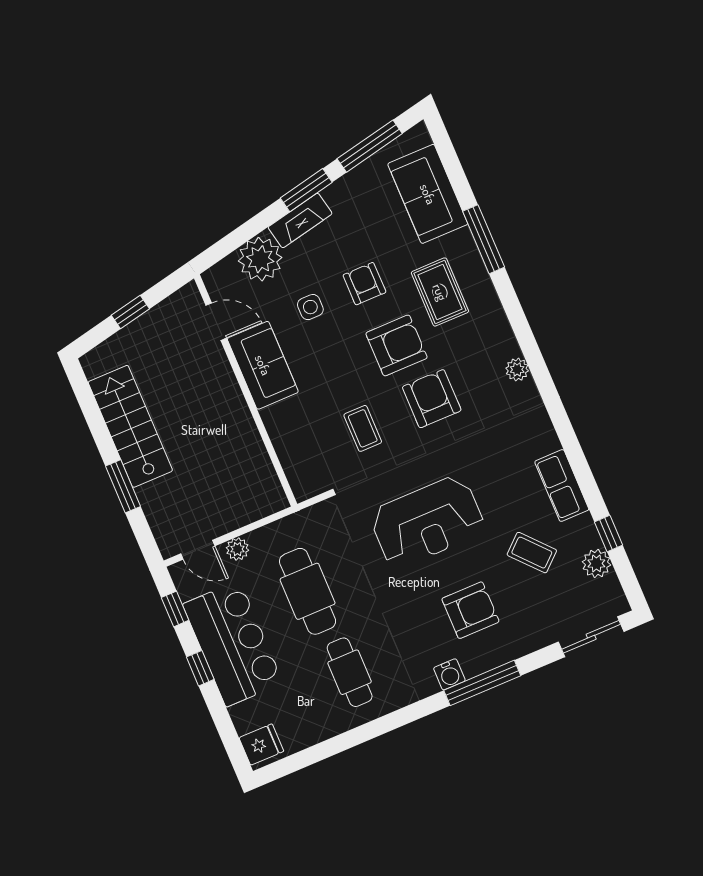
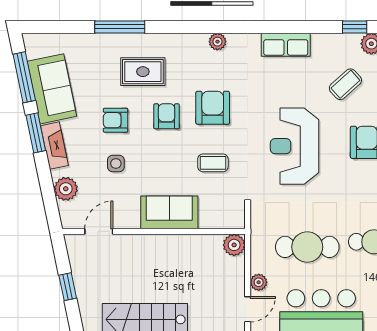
sofa: (428, 194) -> (52, 89), moved, turned -102
plant: (260, 259) -> (66, 189), width x0.73, depth x0.73
armchair: (397, 345) -> (167, 116), width x0.72, depth x0.72
sofa: (263, 365) -> (169, 212), moved
armchair: (432, 399) -> (213, 108), turned 90
row of seats: (562, 486) -> (286, 45), moved
plant: (271, 499) -> (234, 245), added
reception desk: (427, 522) -> (295, 146), turned 180

